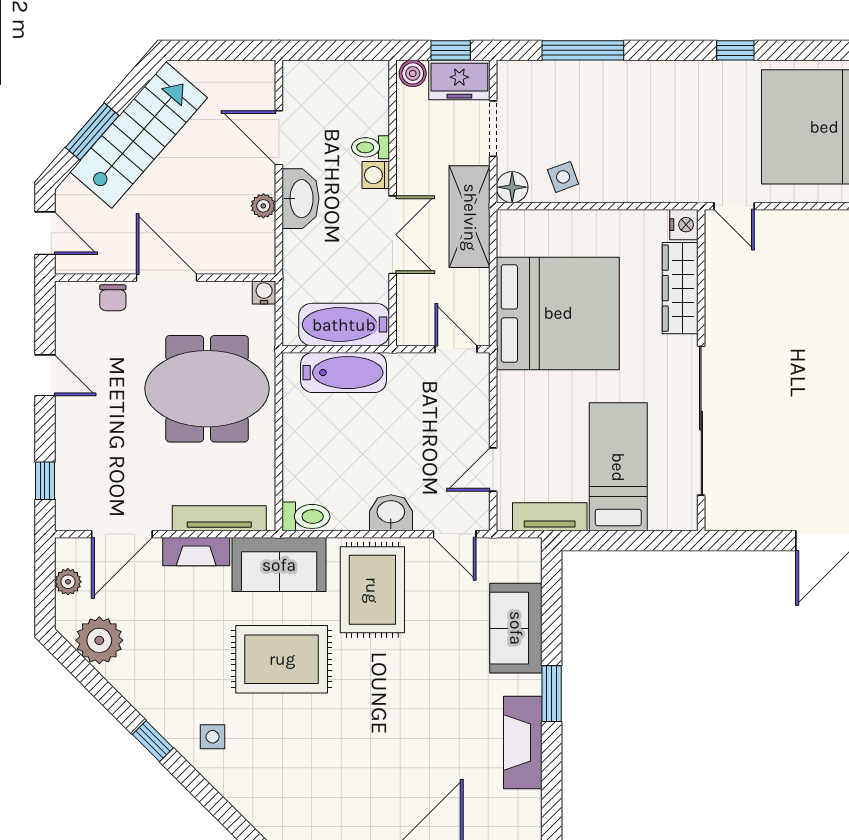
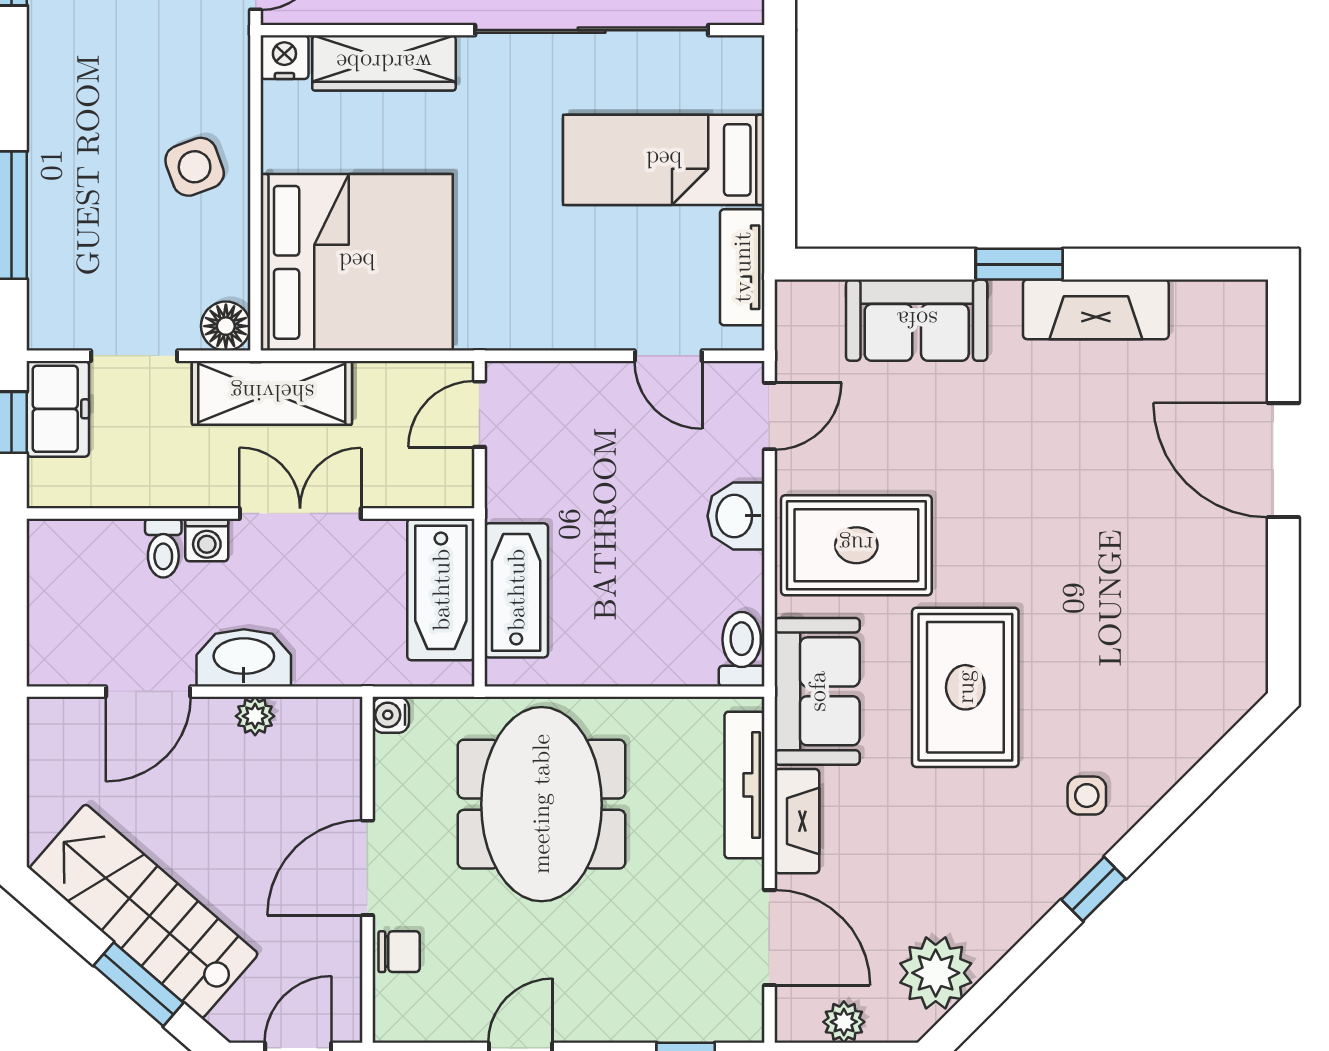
boiler: (413, 73) -> (48, 482), removed
side table: (563, 177) -> (195, 167), moved, width x1.37, depth x1.37
bed: (558, 313) -> (357, 262), moved, turned 90

